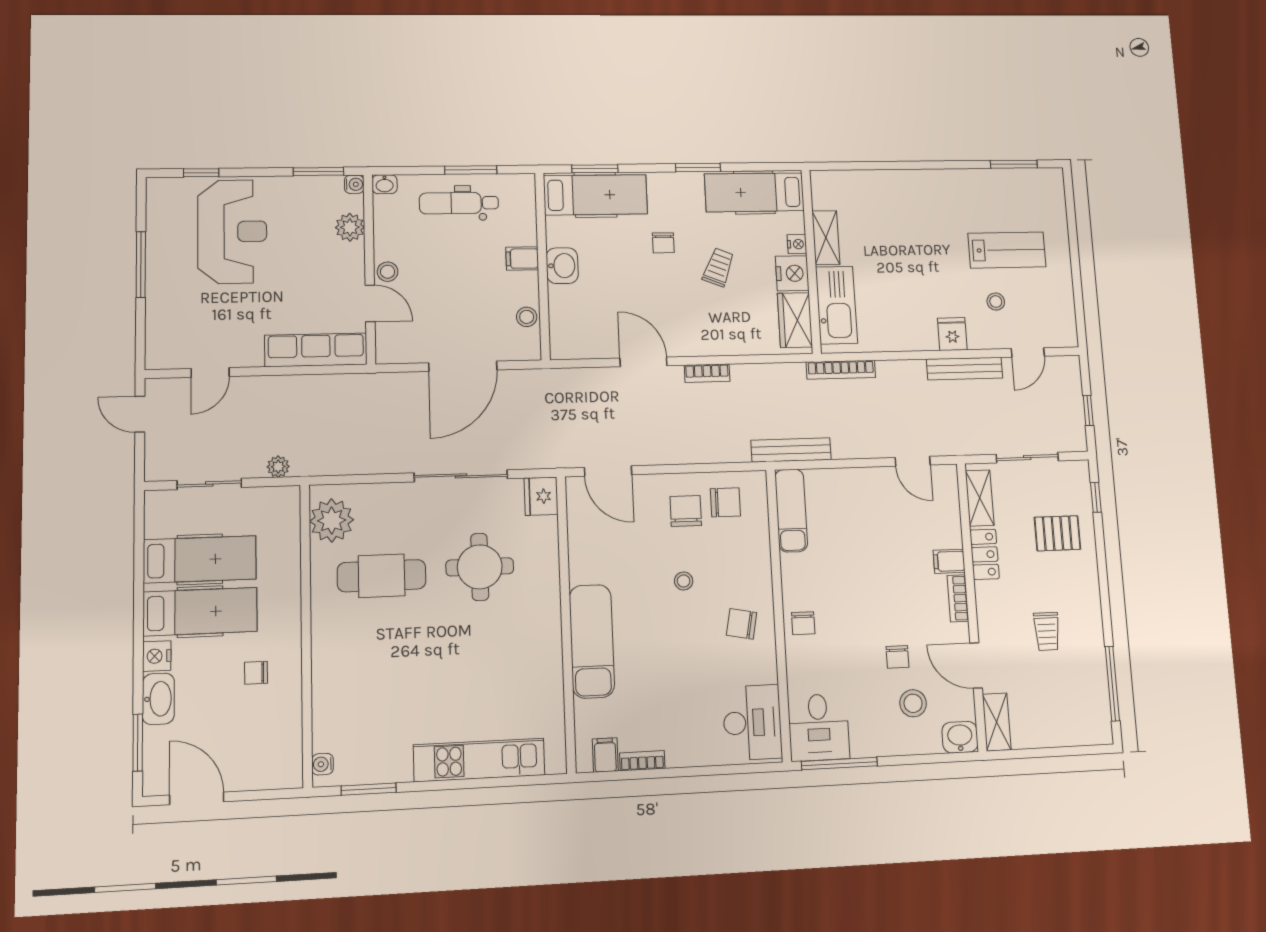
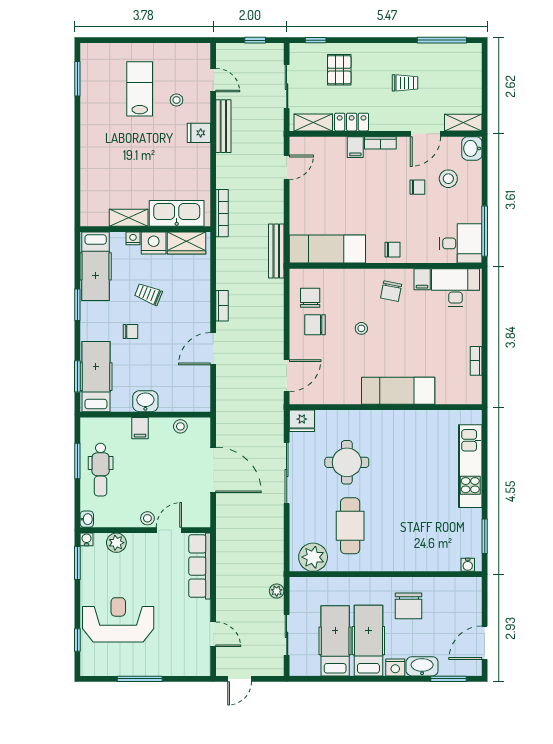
exam couch: (791, 510) -> (327, 249), width x1.36, depth x1.45
chair: (256, 673) -> (409, 606), width x1.87, depth x1.87
filing cabinet: (605, 755) -> (422, 279), moved, turned -90

